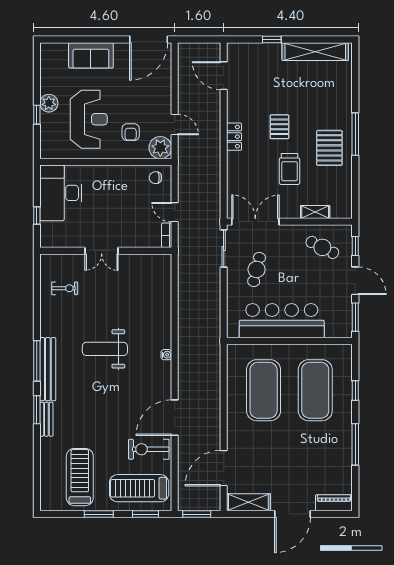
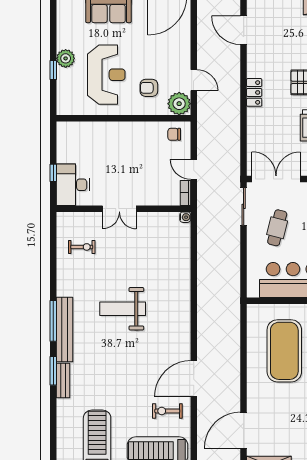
armchair: (131, 132) -> (149, 88), turned 90
desk: (61, 193) -> (73, 185), moved, width x0.73, depth x0.77
water cooler: (166, 355) -> (185, 217), moved
exercise bike: (149, 449) -> (167, 411), width x0.73, depth x0.72

